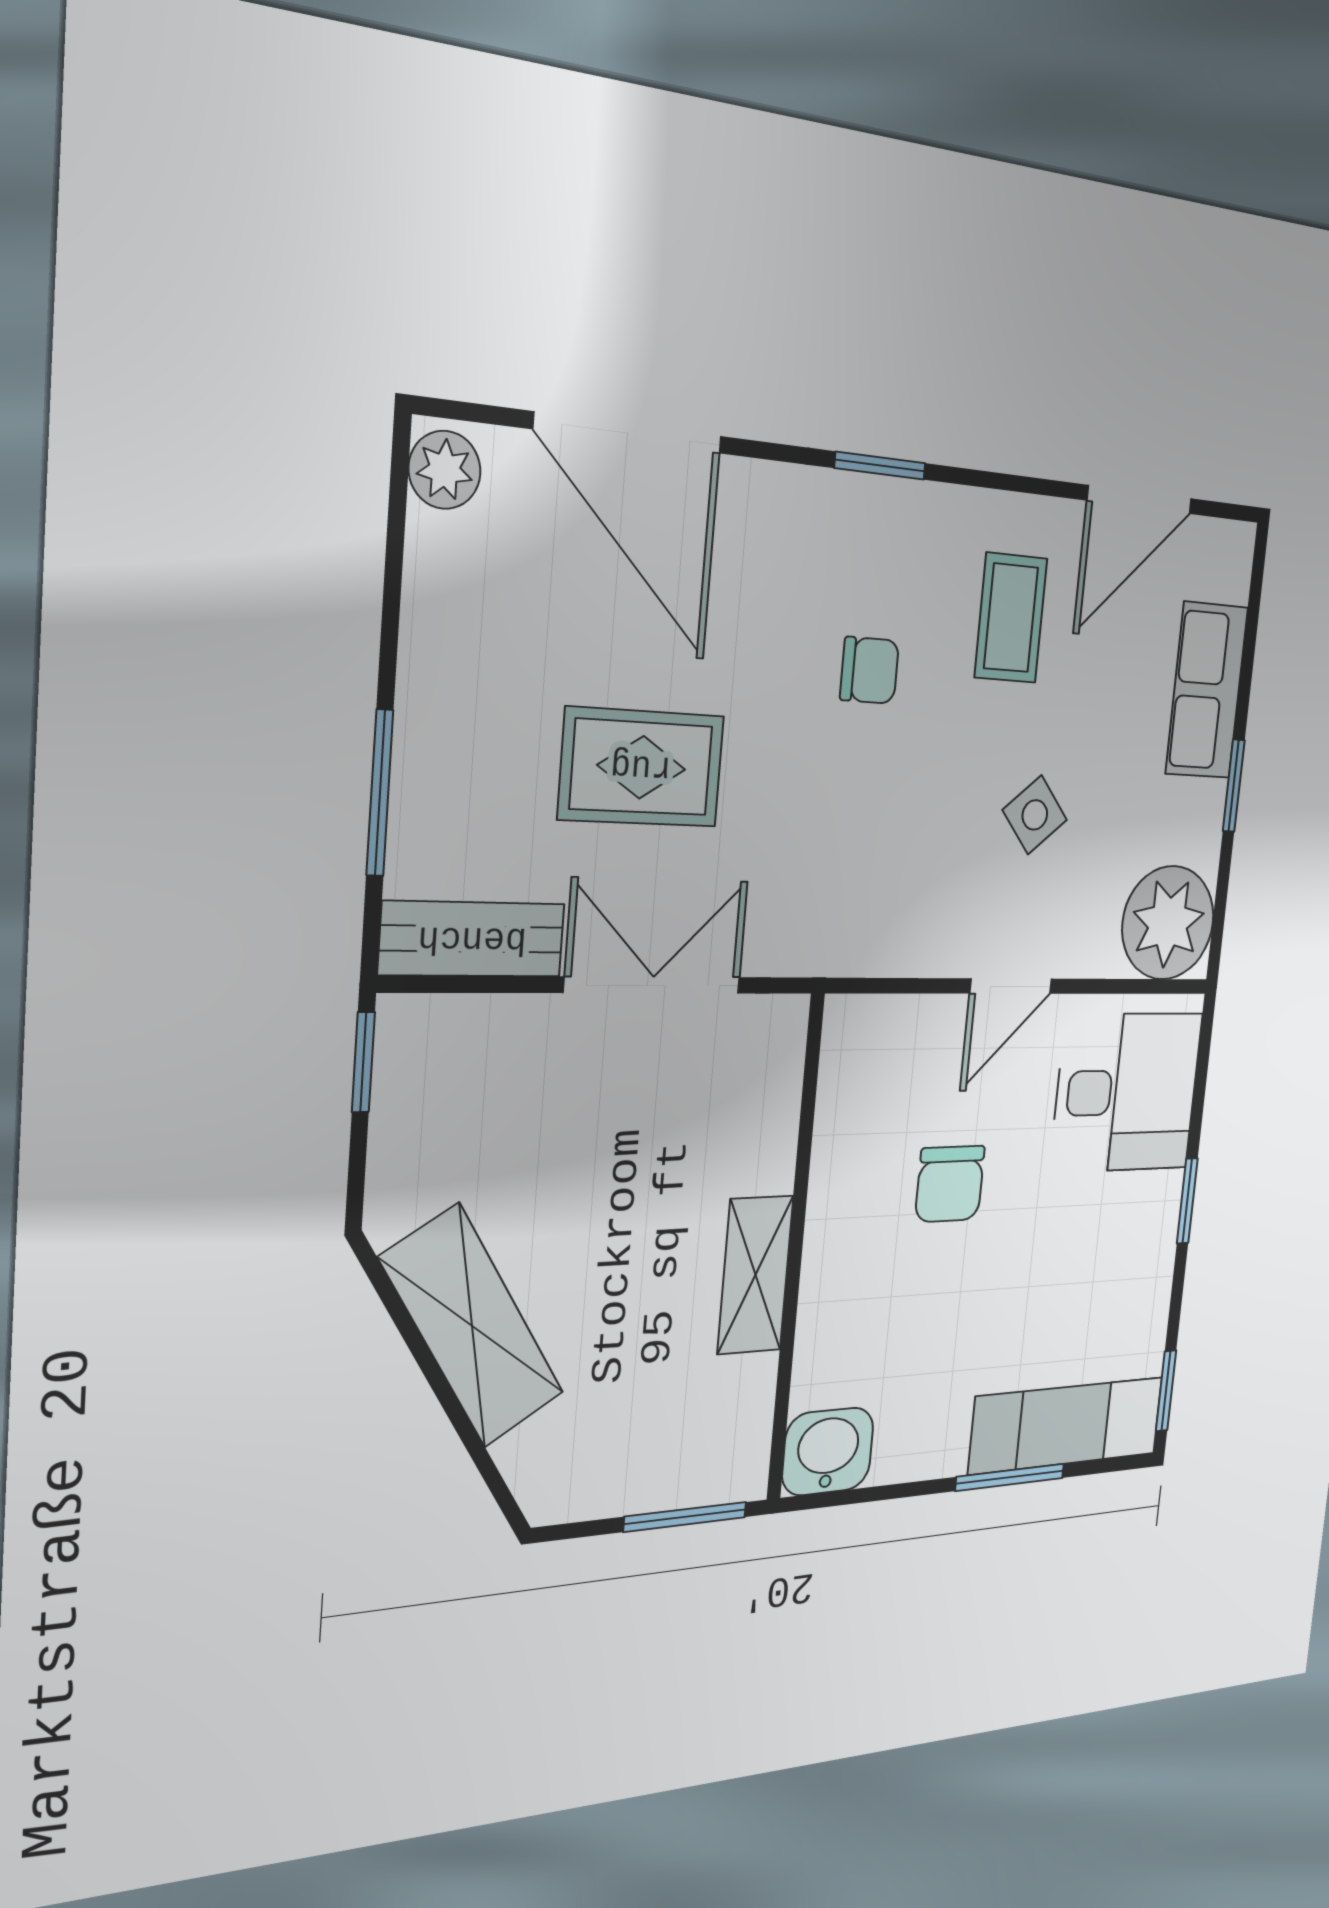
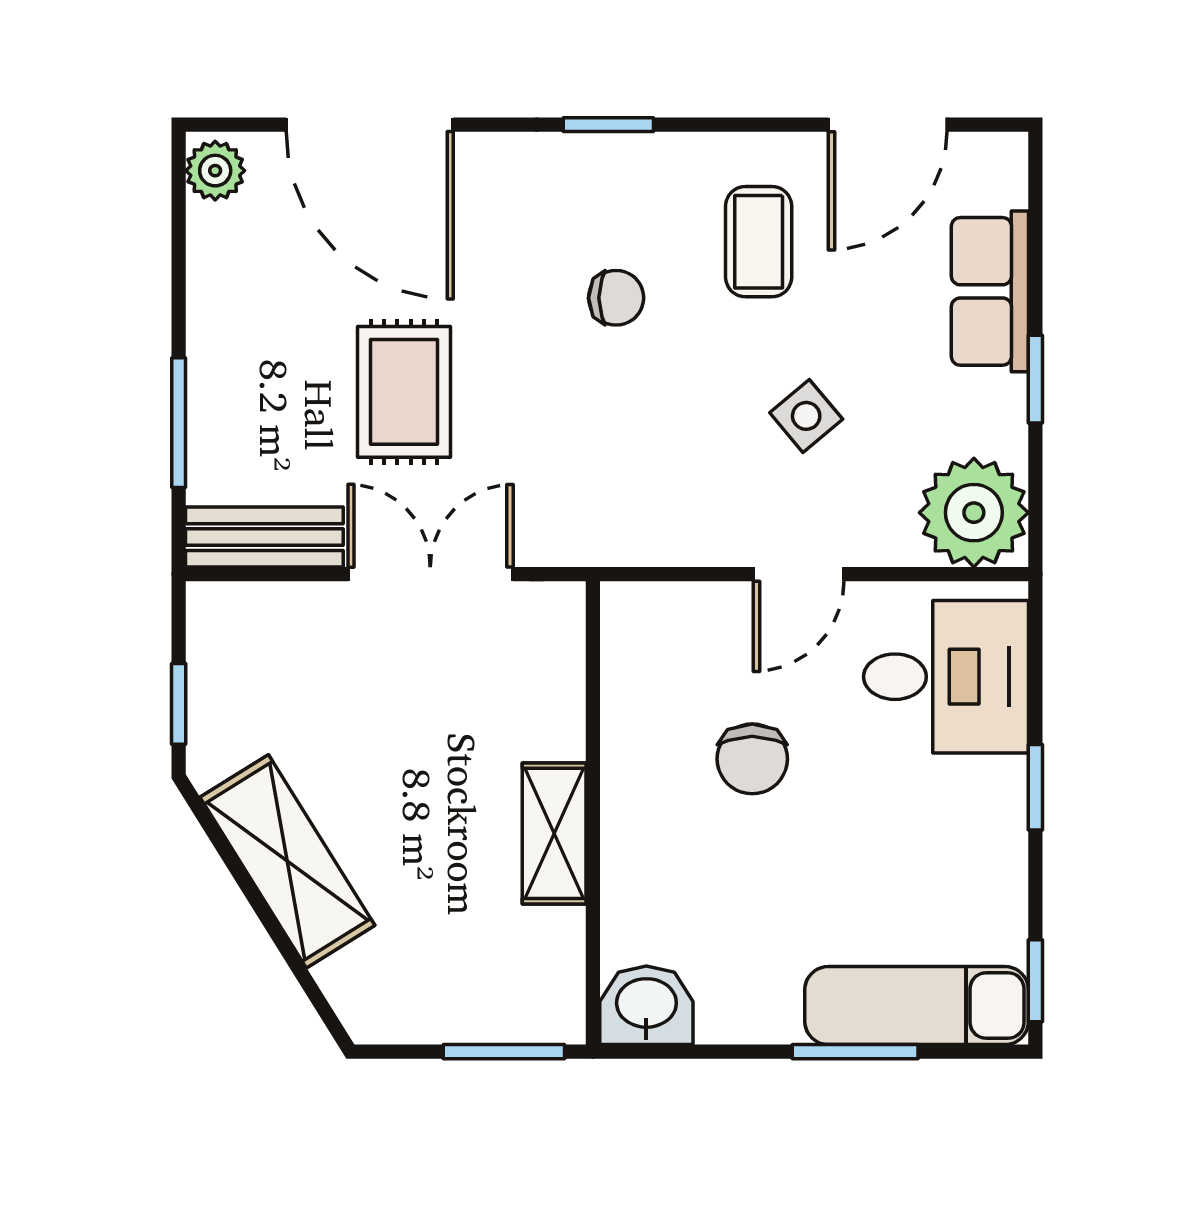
rug: (641, 767) -> (404, 392), turned 90
window: (363, 1062) -> (179, 704), moved

